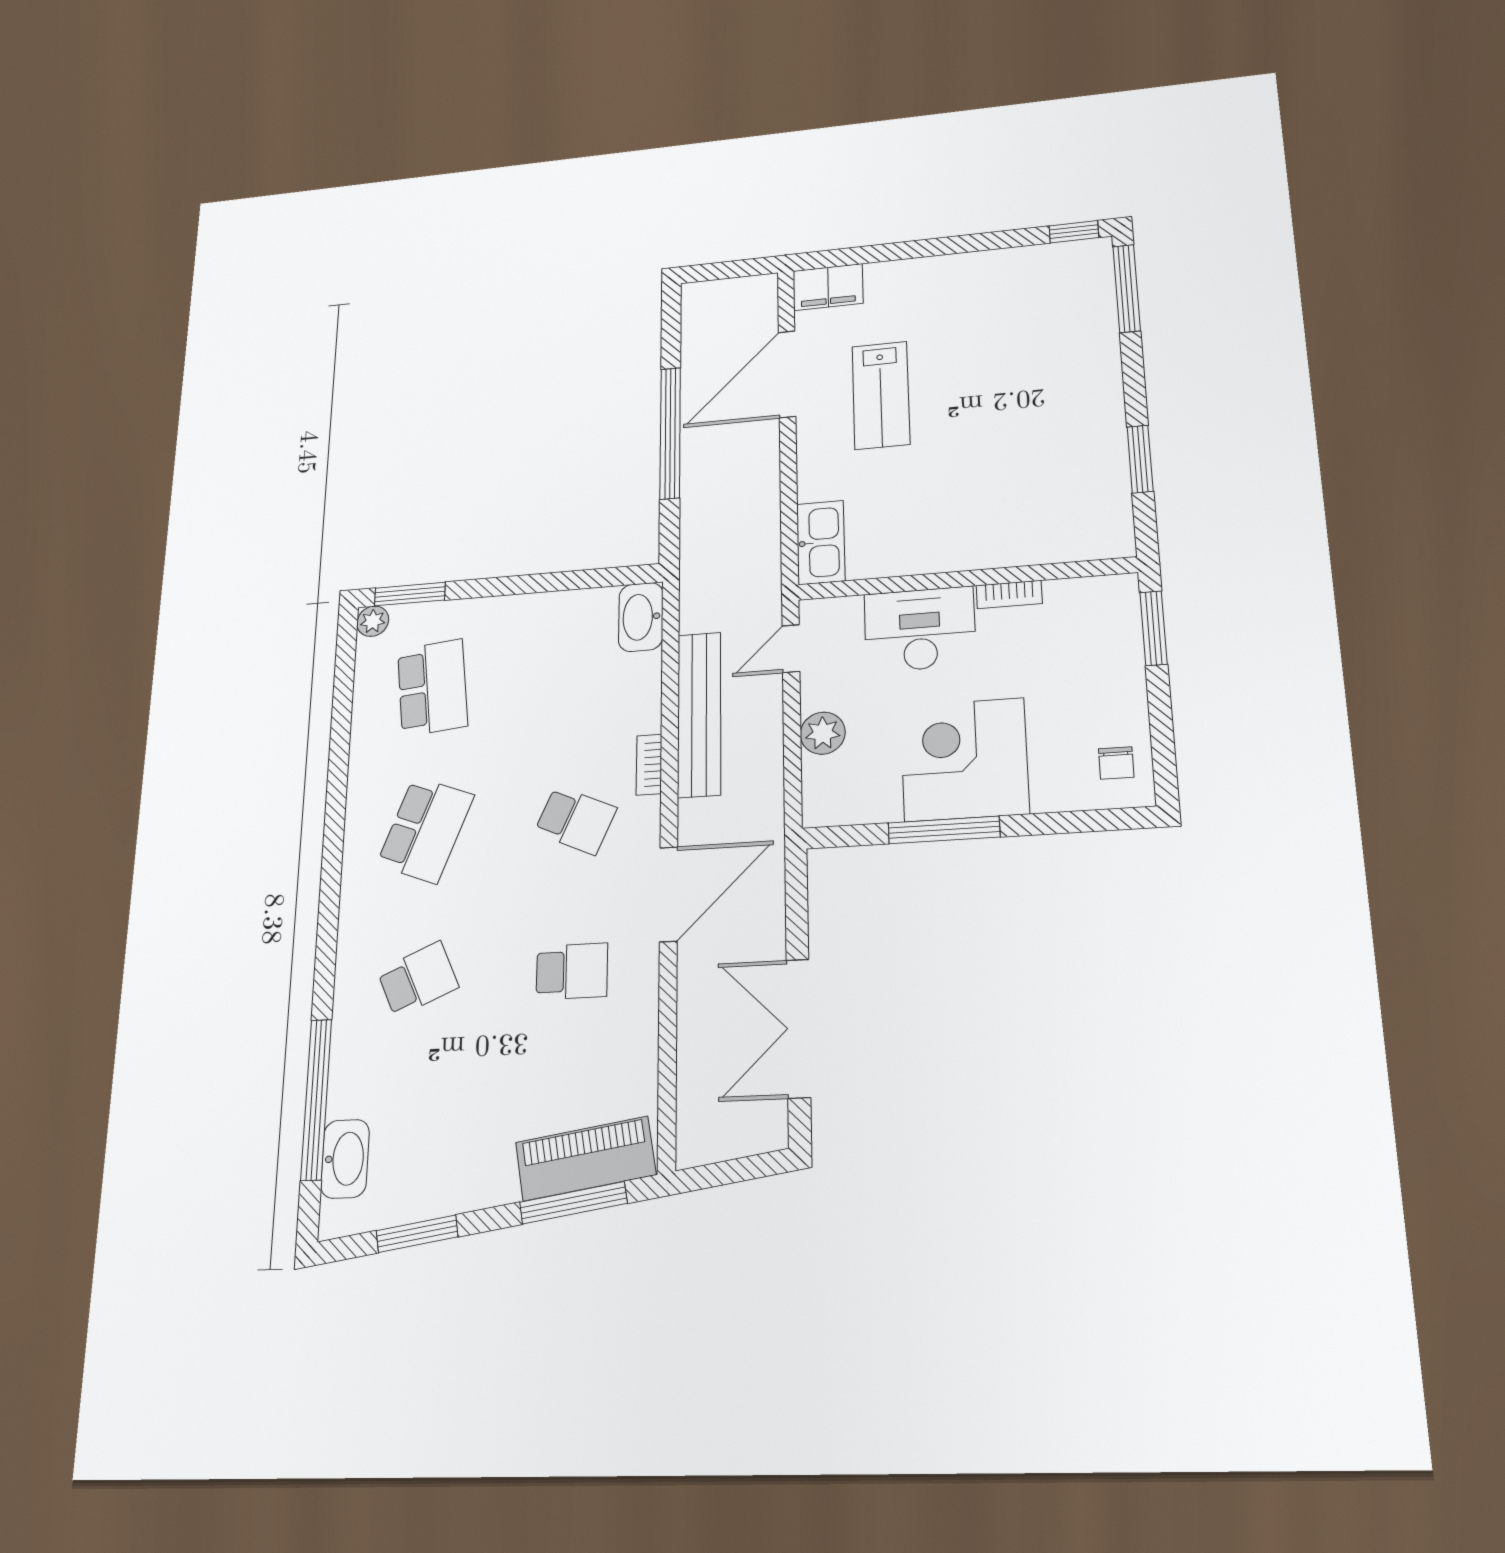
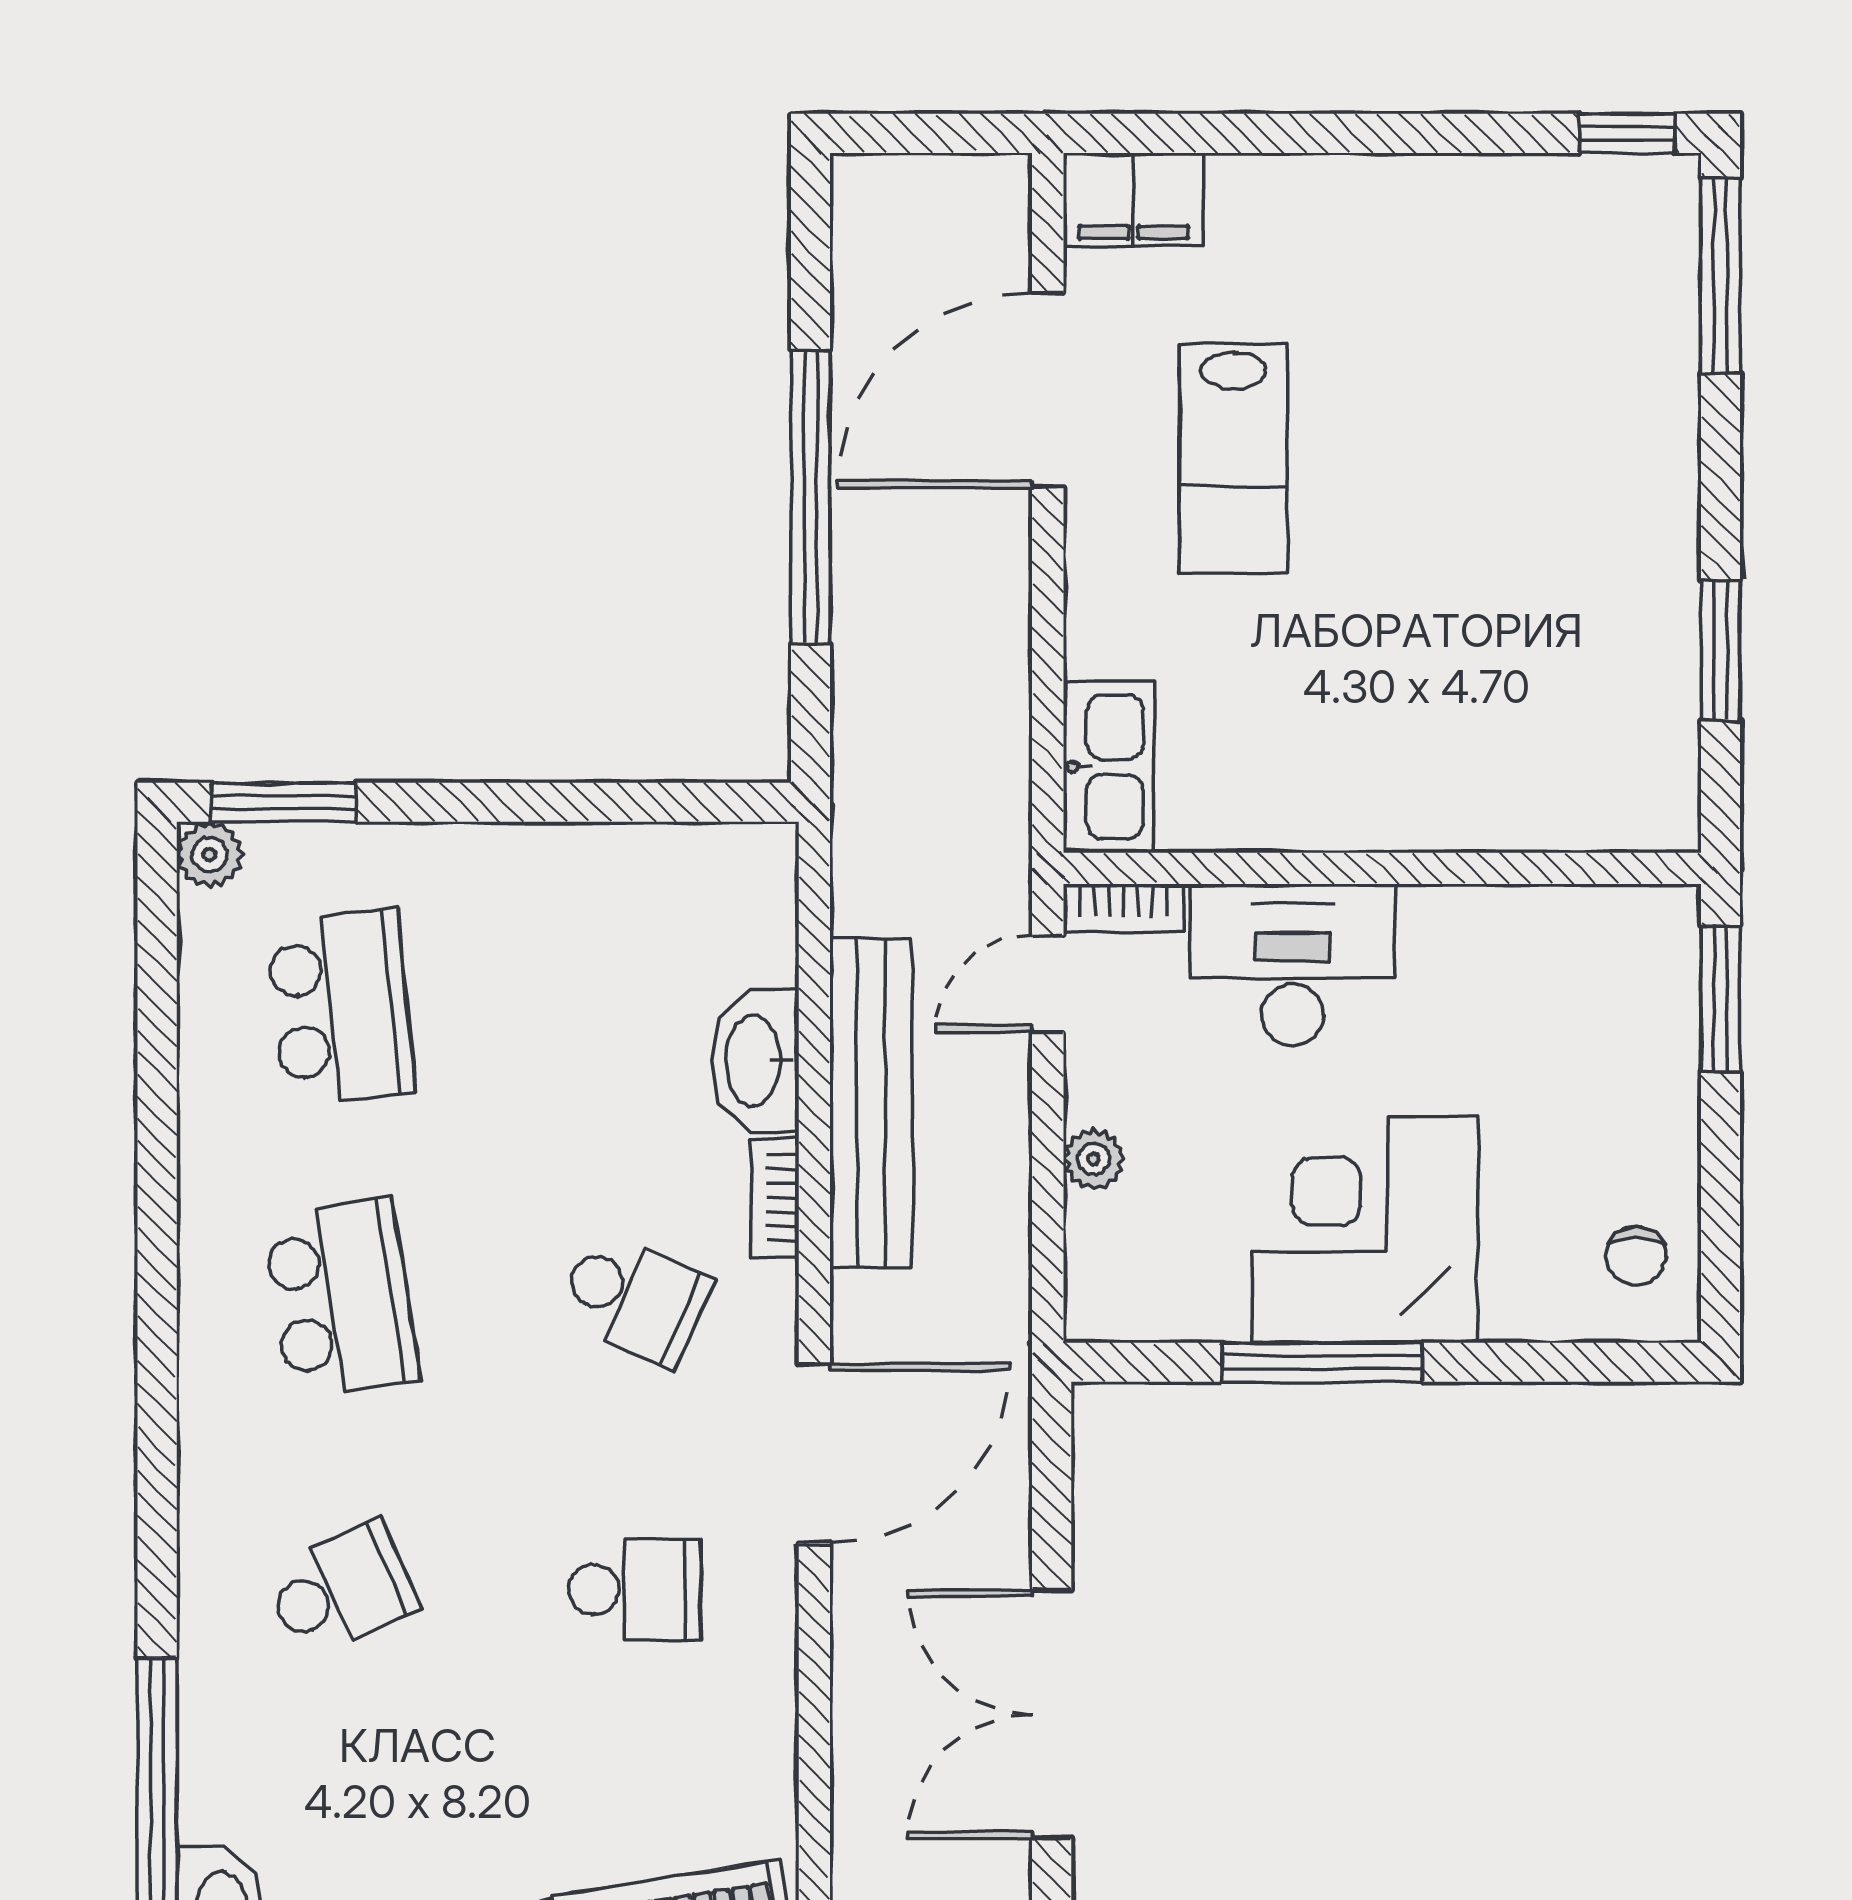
bookcase: (1009, 594) -> (1123, 908), moved
washbasin: (641, 617) -> (755, 1061), moved
plant: (823, 733) -> (1094, 1159), width x0.73, depth x0.73
school desk: (425, 830) -> (341, 1298), turned -30

